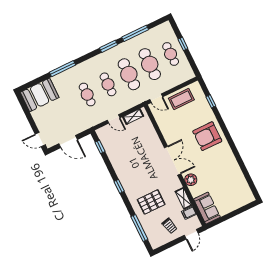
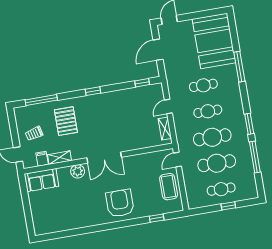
booth: (40, 95) -> (214, 41), width x1.36, depth x1.42

